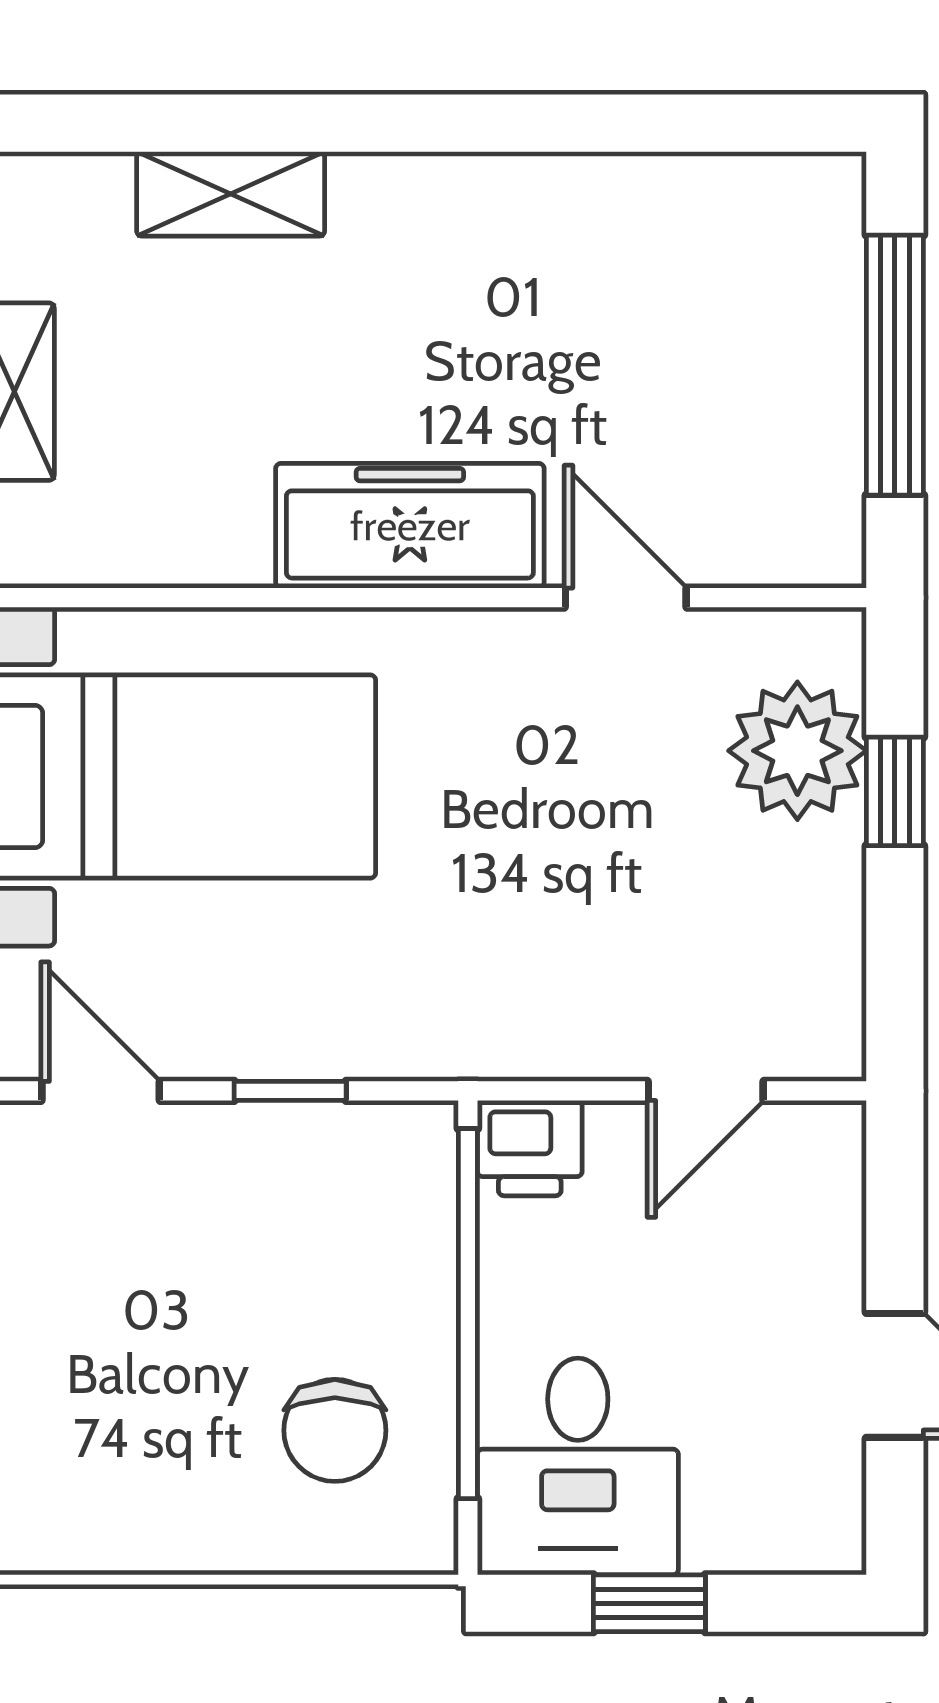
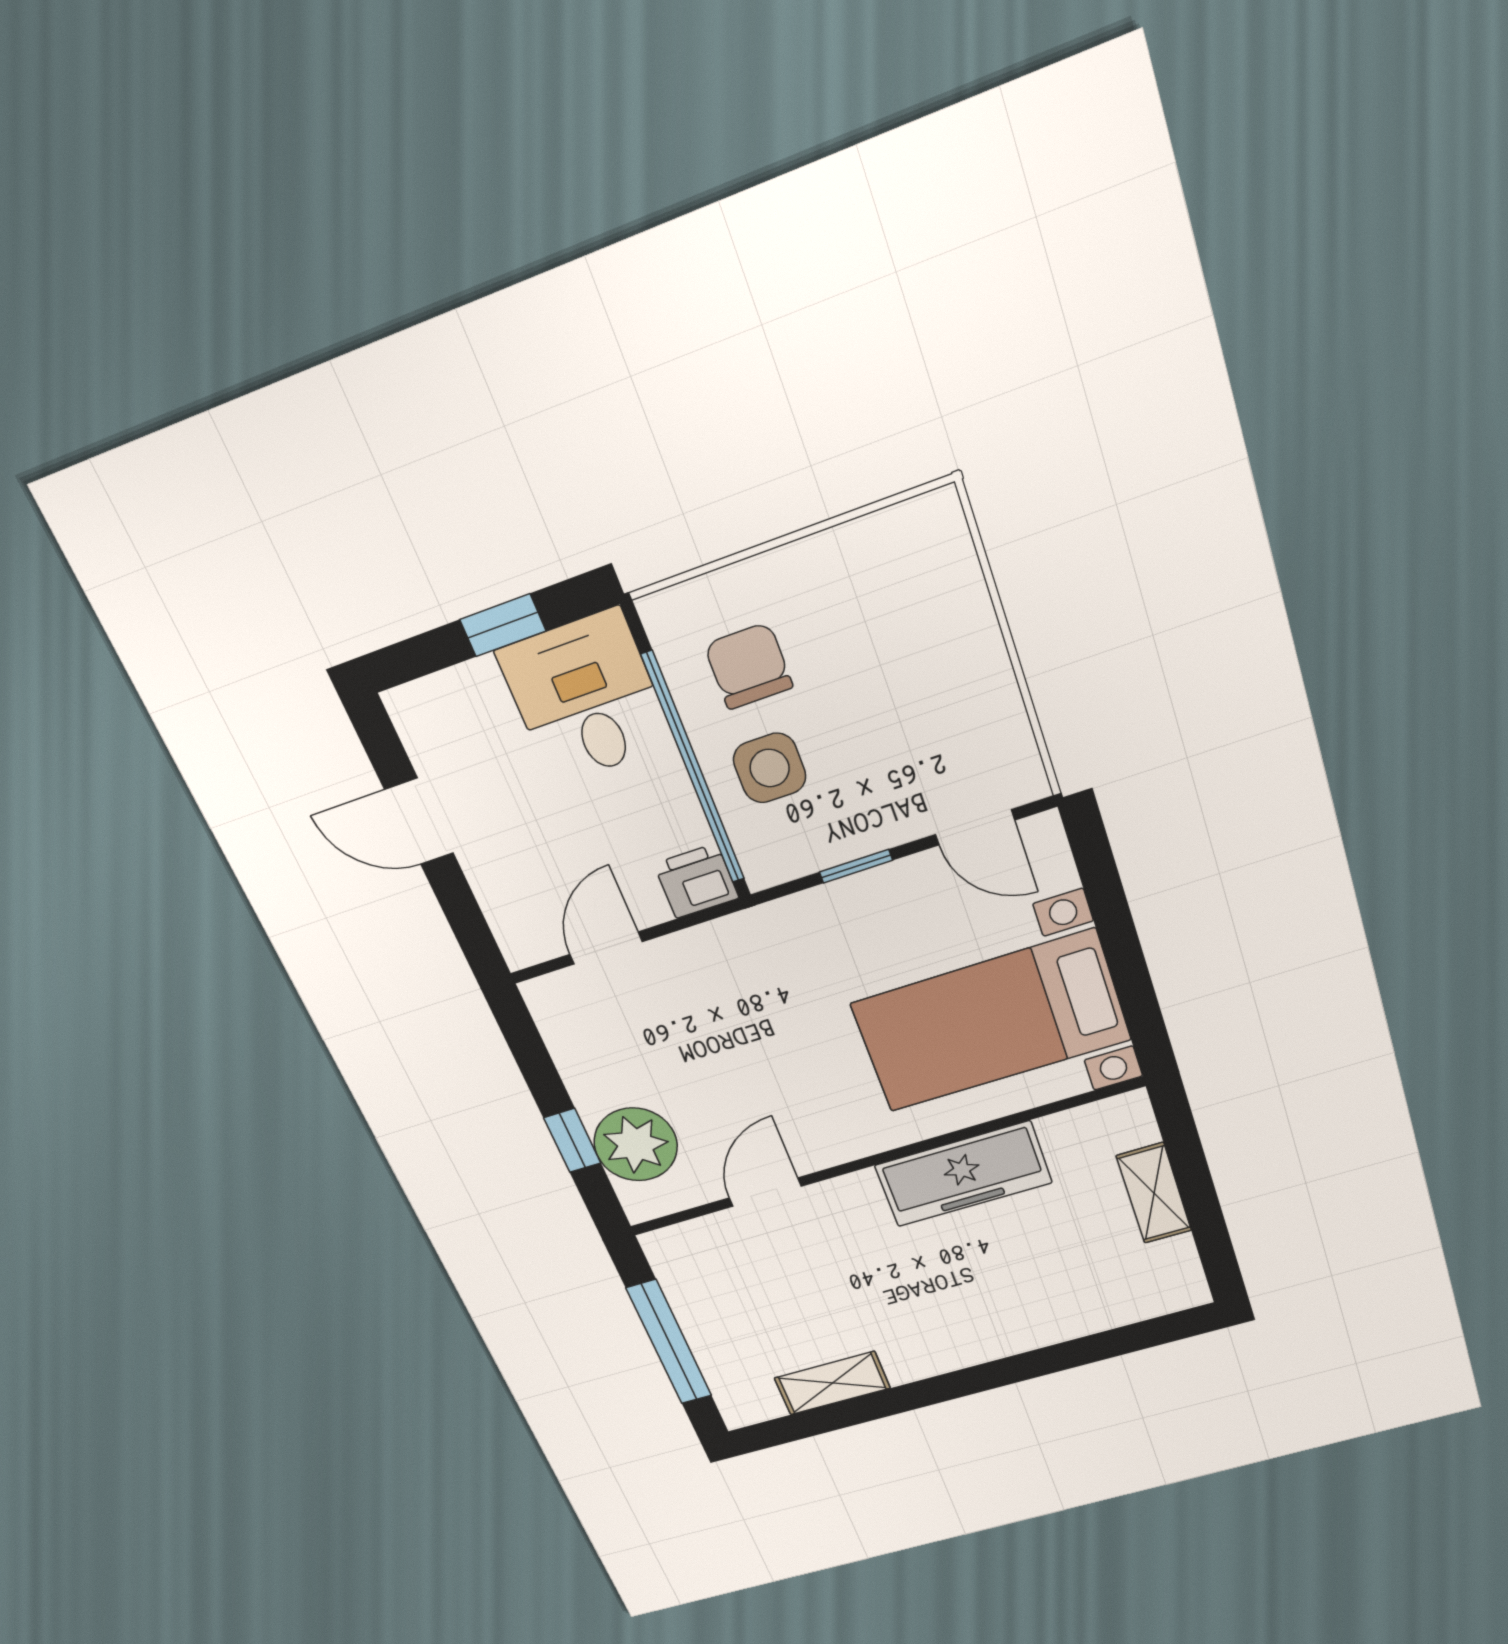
shelving: (231, 194) -> (832, 1383), moved
freezer: (410, 526) -> (963, 1174), moved
door: (626, 598) -> (765, 1192), swing flipped
side table: (360, 1278) -> (770, 768), added

